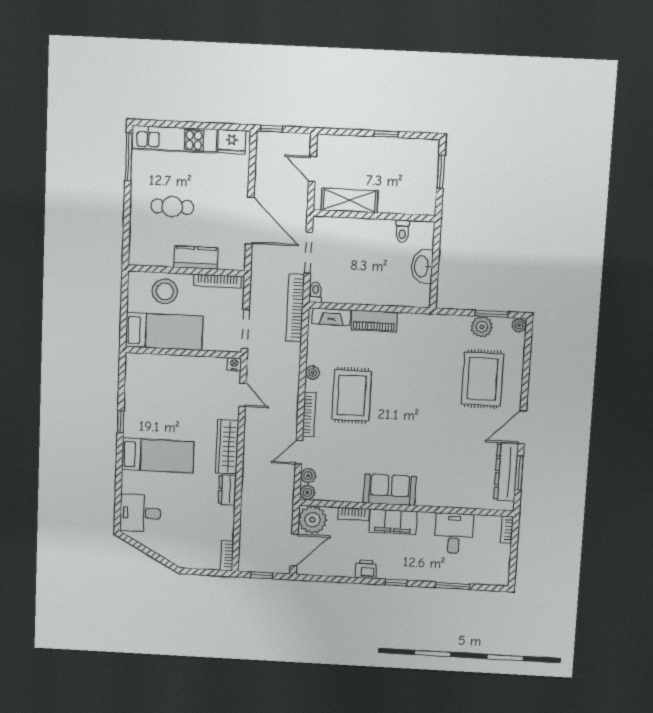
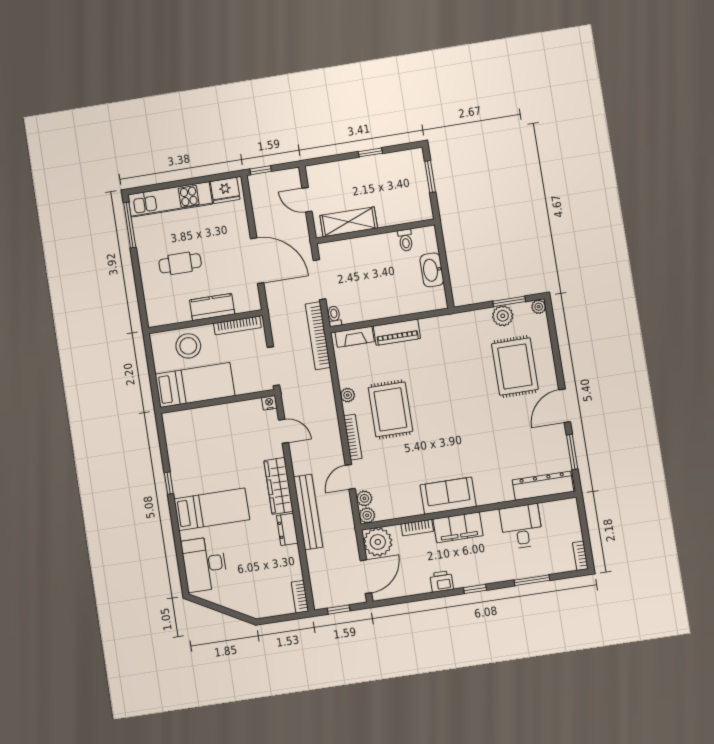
dresser: (506, 472) -> (543, 486), moved, turned 90
bench: (251, 477) -> (308, 512), added
desk: (140, 513) -> (204, 564), width x1.37
bookcase: (507, 530) -> (580, 556), moved

